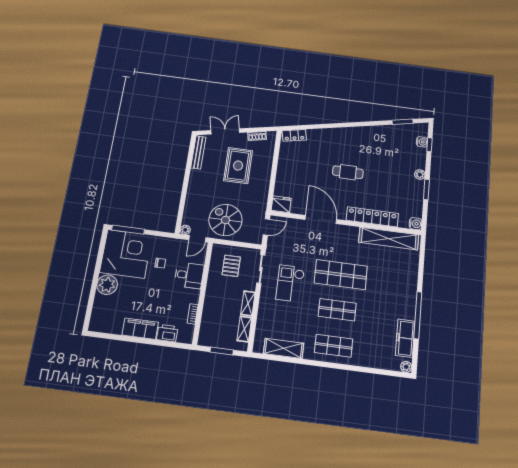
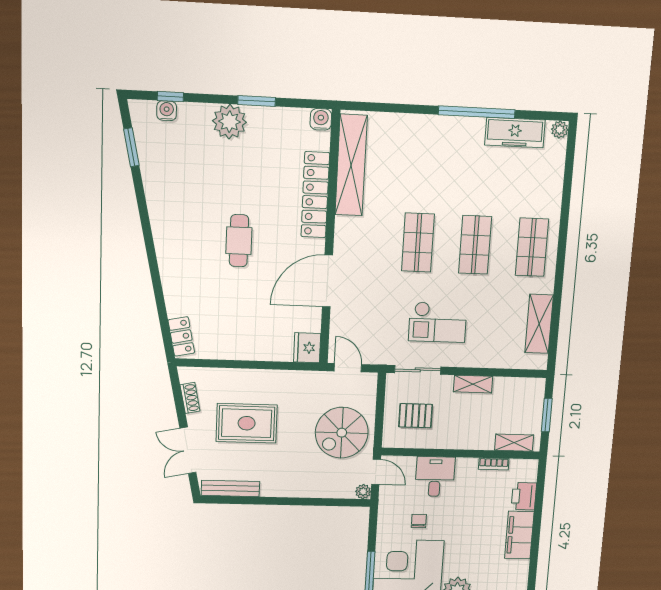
plant: (420, 174) -> (229, 122), width x1.88, depth x1.88
shop shelf: (341, 275) -> (418, 243), width x0.70, depth x0.74
shelving: (244, 329) -> (514, 443), moved

